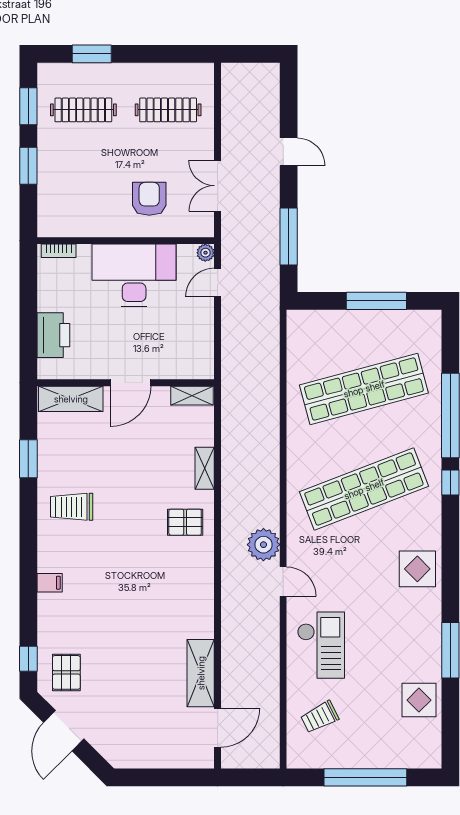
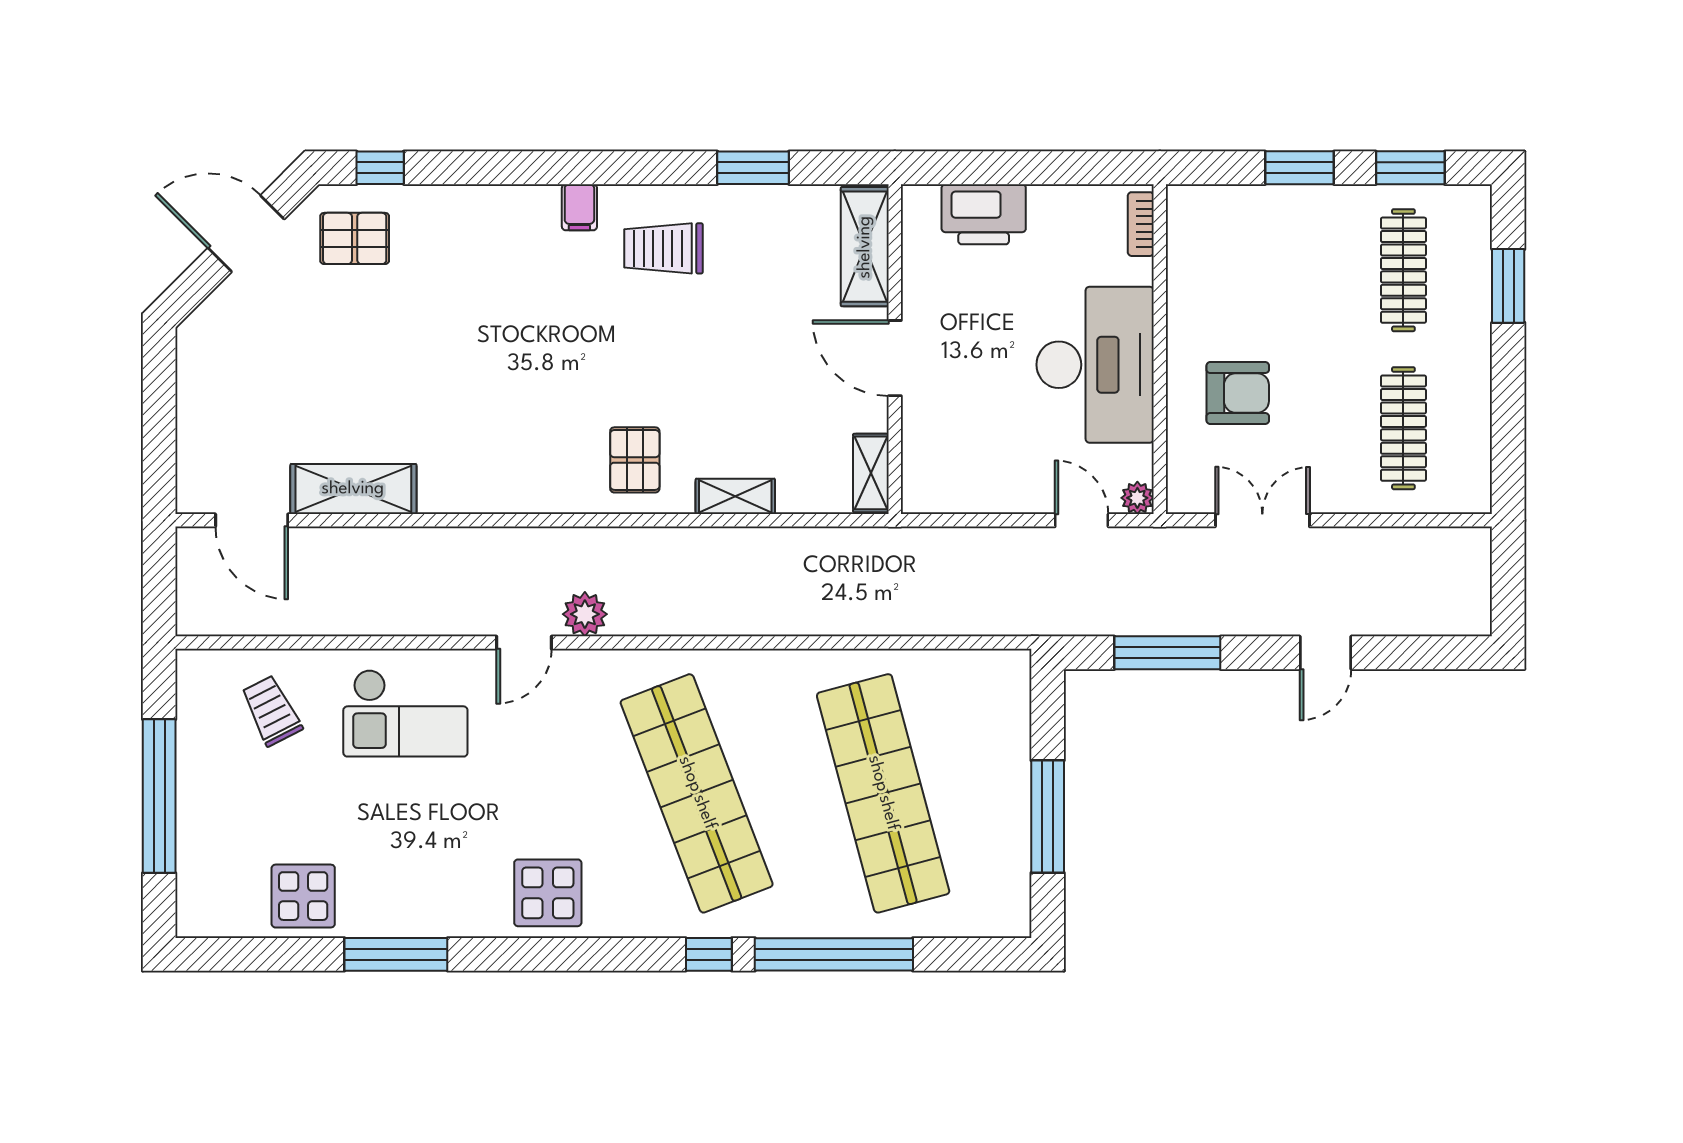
trolley: (72, 507) -> (664, 248), turned -90
plant: (263, 545) -> (585, 614), width x0.73, depth x0.73
filing cabinet: (50, 583) -> (579, 207), moved

